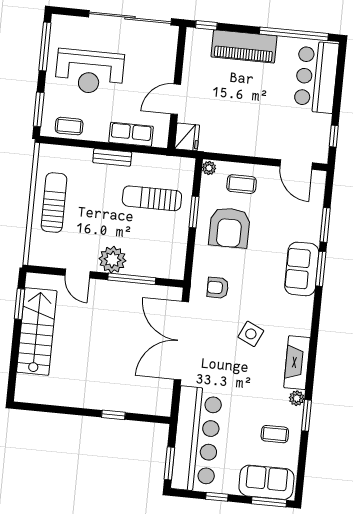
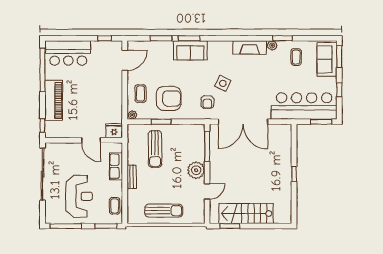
sun lounger: (54, 203) -> (164, 211), turned 180
window: (132, 279) -> (207, 146), moved
side table: (251, 334) -> (223, 83), moved
window: (113, 415) -> (294, 174), moved

